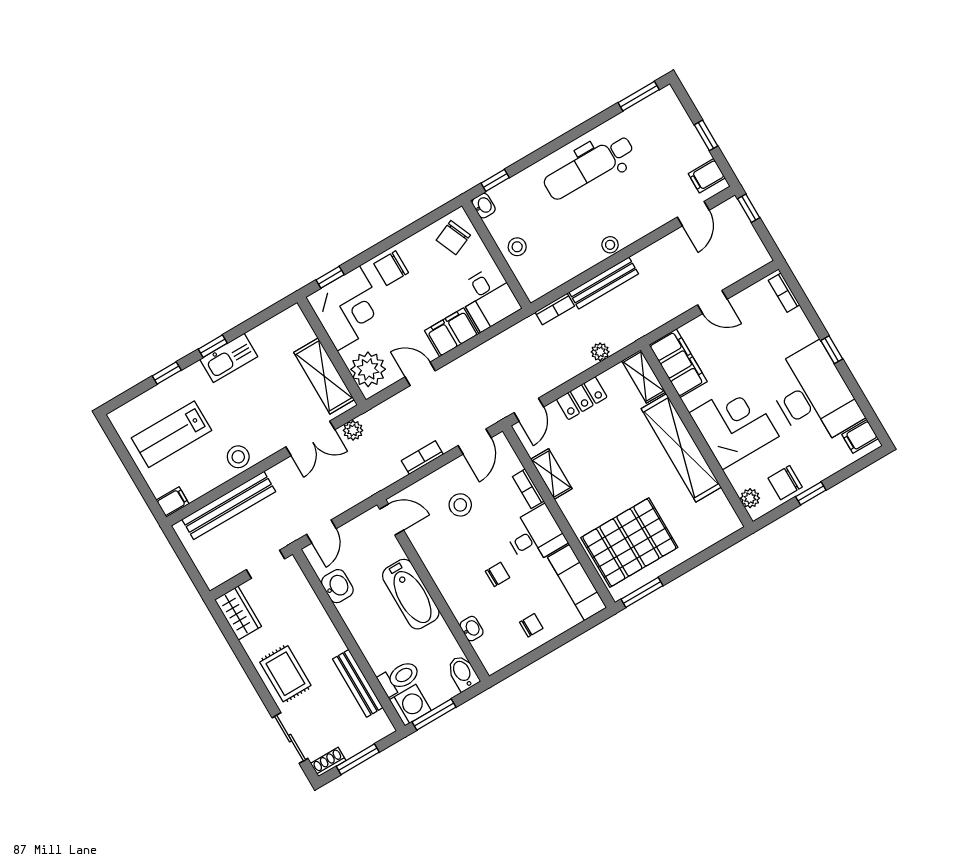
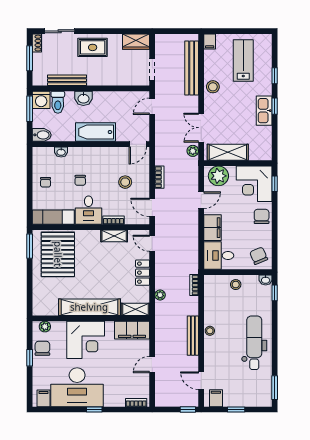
bench: (604, 283) -> (193, 336), moved
door: (321, 531) -> (152, 106), hinge flipped
washbasin: (337, 586) -> (83, 98), moved

